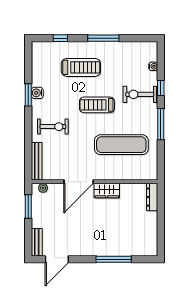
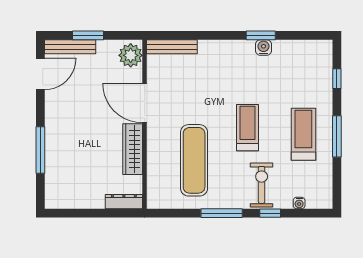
treadmill: (81, 67) -> (303, 134), moved, turned 180
exercise bike: (53, 127) -> (218, 69), removed
plant: (43, 188) -> (131, 55), width x1.88, depth x1.88
wardrobe: (107, 191) -> (133, 149), width x1.50
window: (28, 206) -> (88, 35), moved
bench: (37, 242) -> (70, 47), width x1.36
door: (57, 259) -> (40, 74), swing flipped

